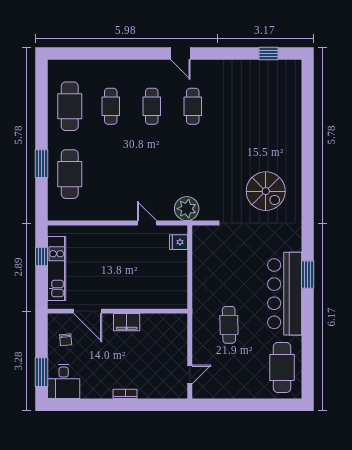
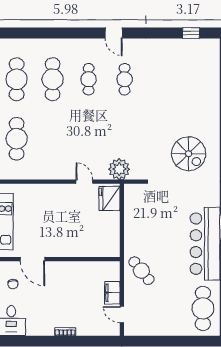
cafe table: (111, 106) -> (53, 79), width x1.37, depth x1.35
fridge: (179, 242) -> (109, 198), width x1.88, depth x1.34
filing cabinet: (127, 322) -> (112, 293), moved, turned 90
cafe table: (229, 325) -> (141, 271), moved, turned -38
door: (190, 375) -> (122, 315), swing flipped

